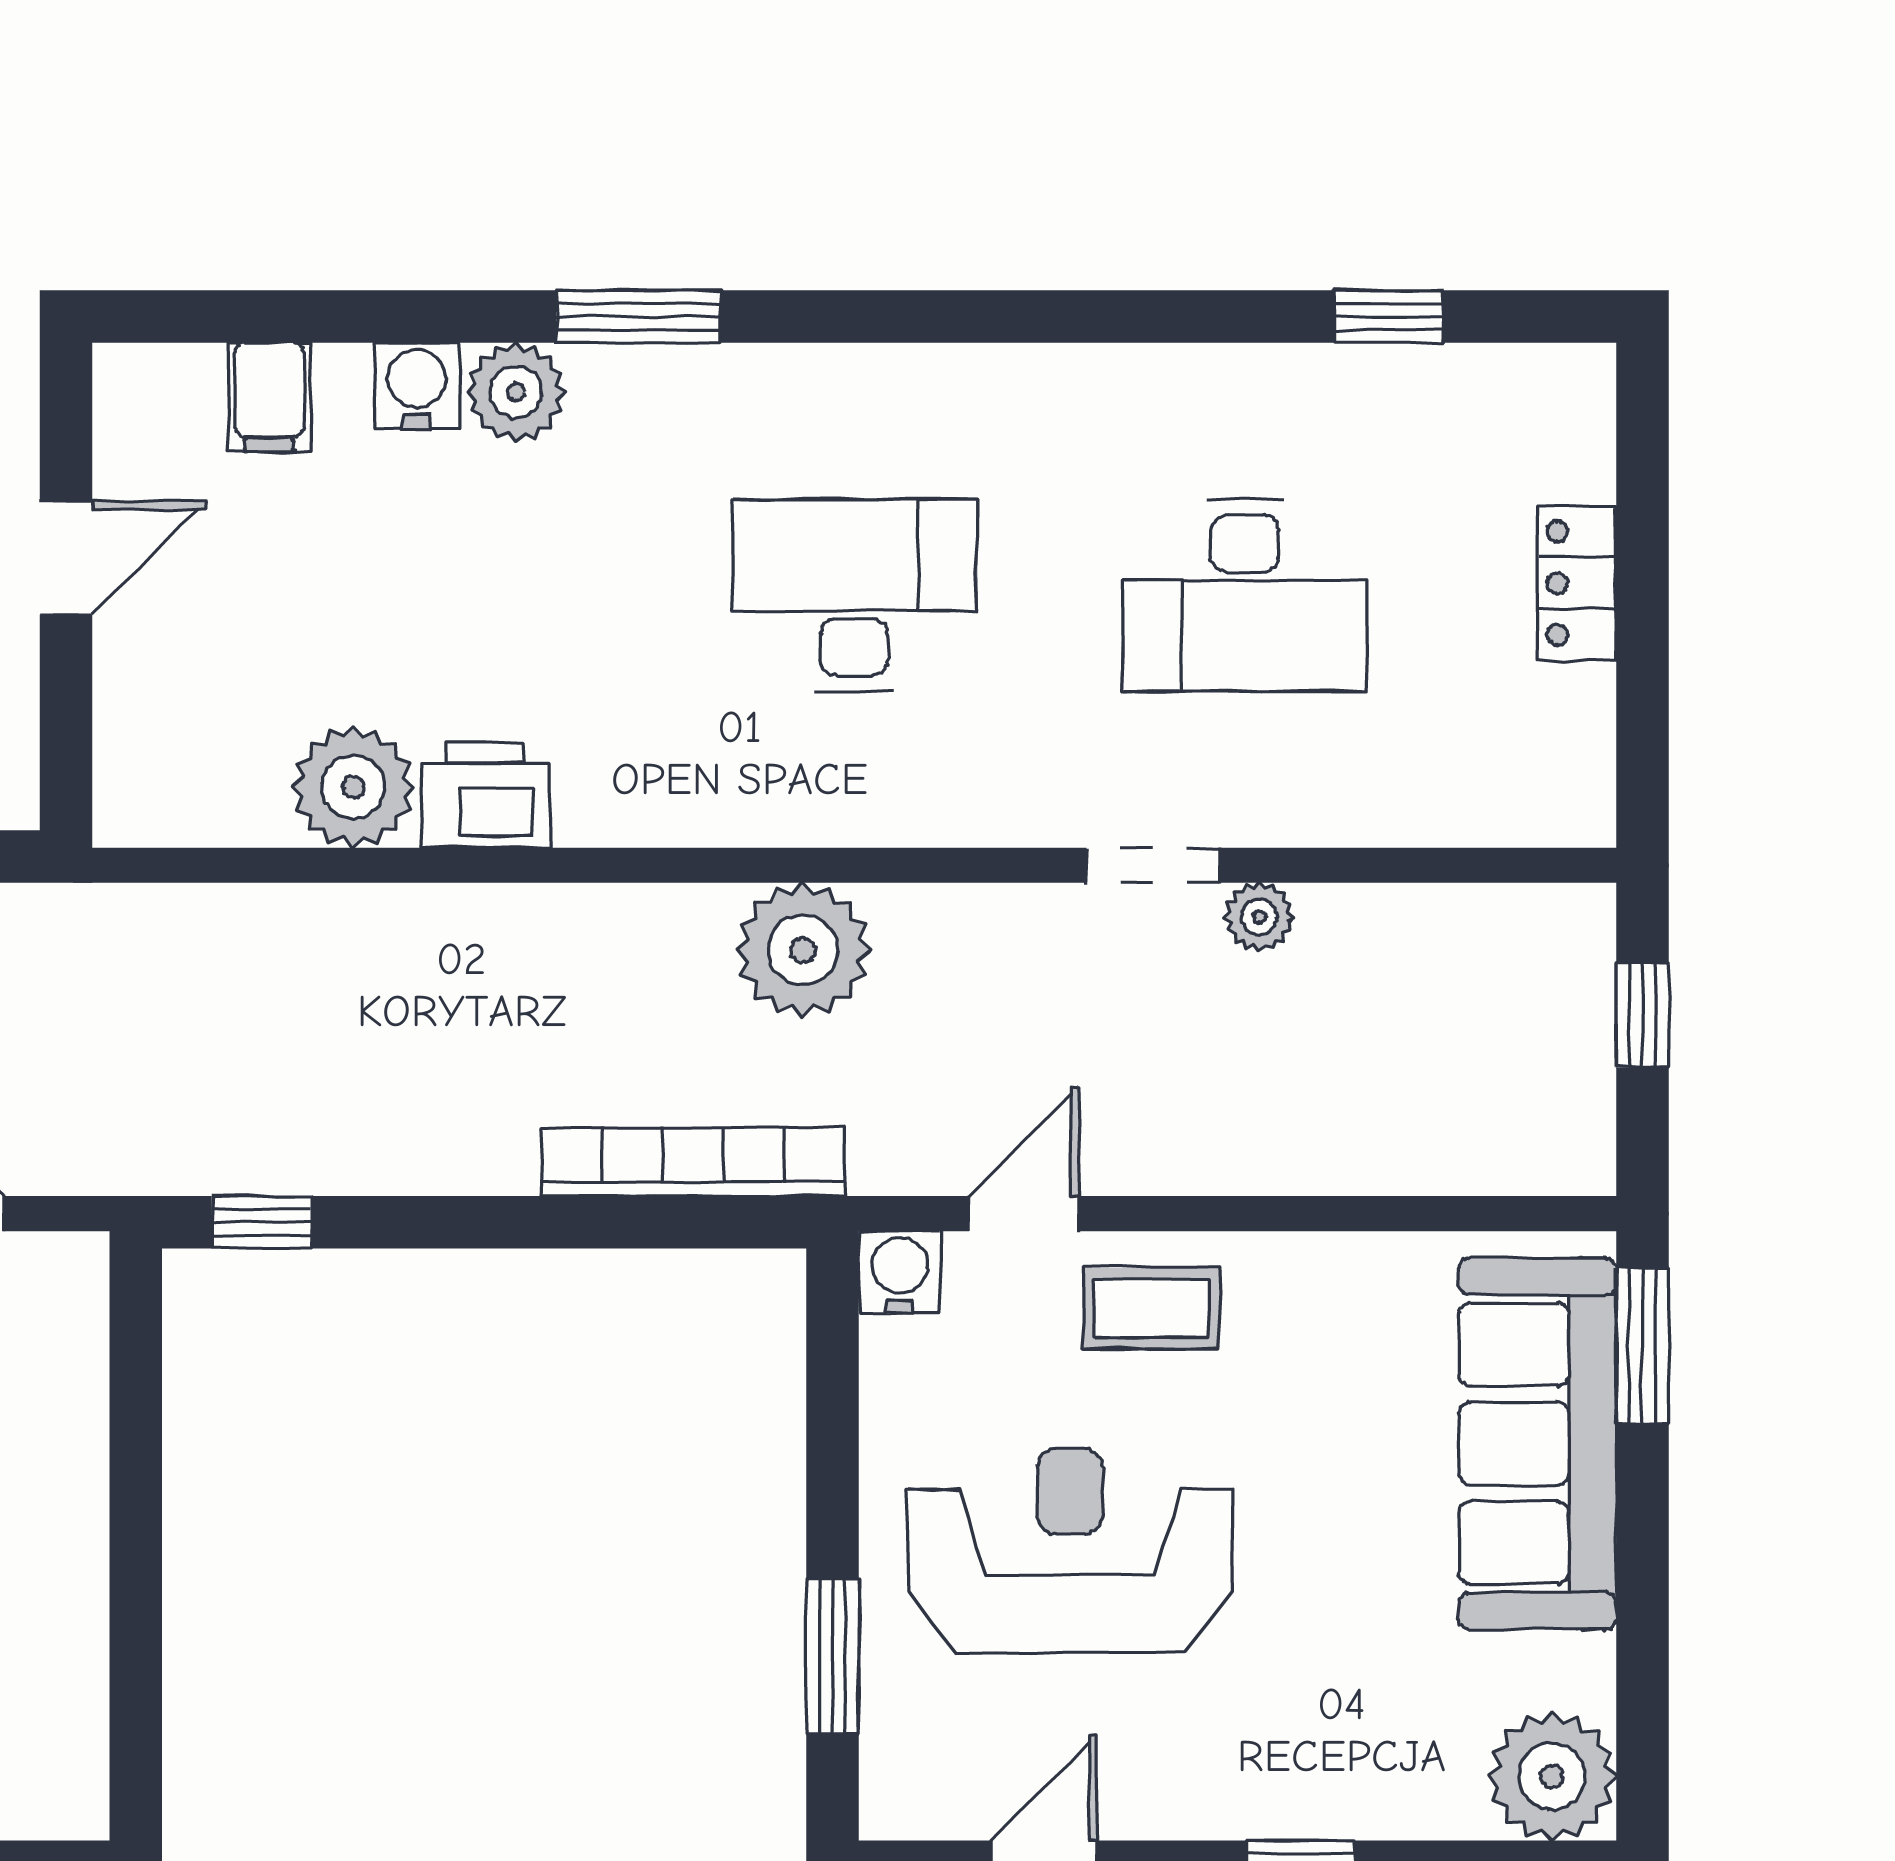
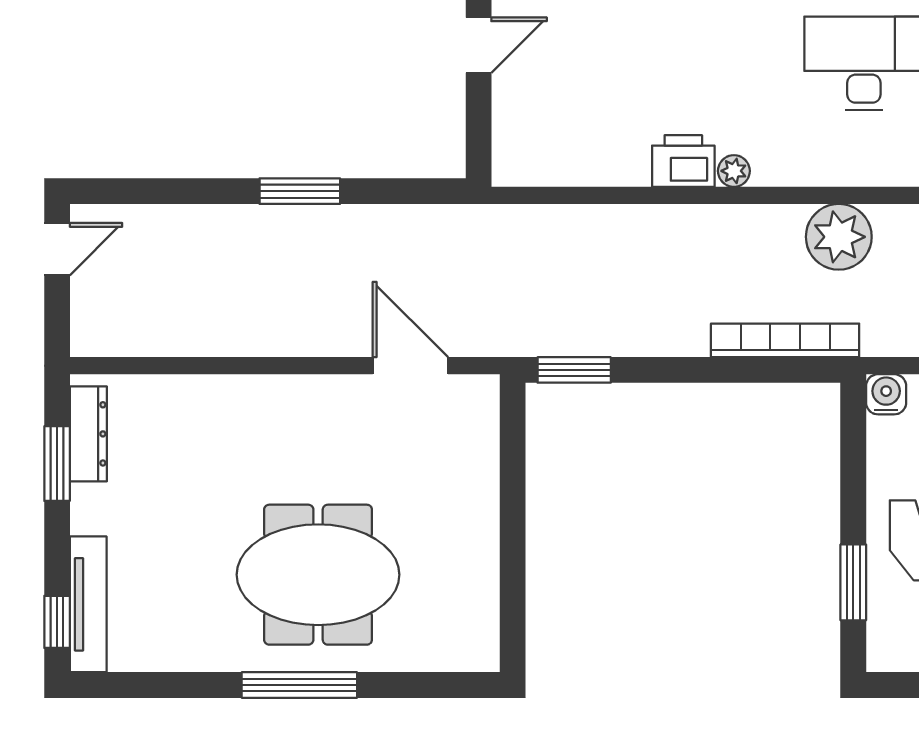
plant: (353, 787) -> (734, 171), moved, width x0.53, depth x0.53
window: (262, 1222) -> (574, 370), width x1.50

